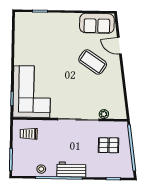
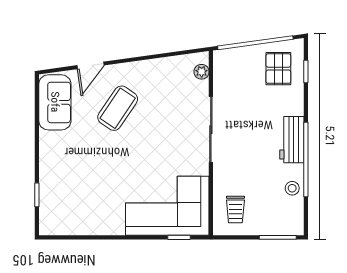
plant: (104, 114) -> (202, 72), moved
pallet: (108, 145) -> (278, 69), moved

